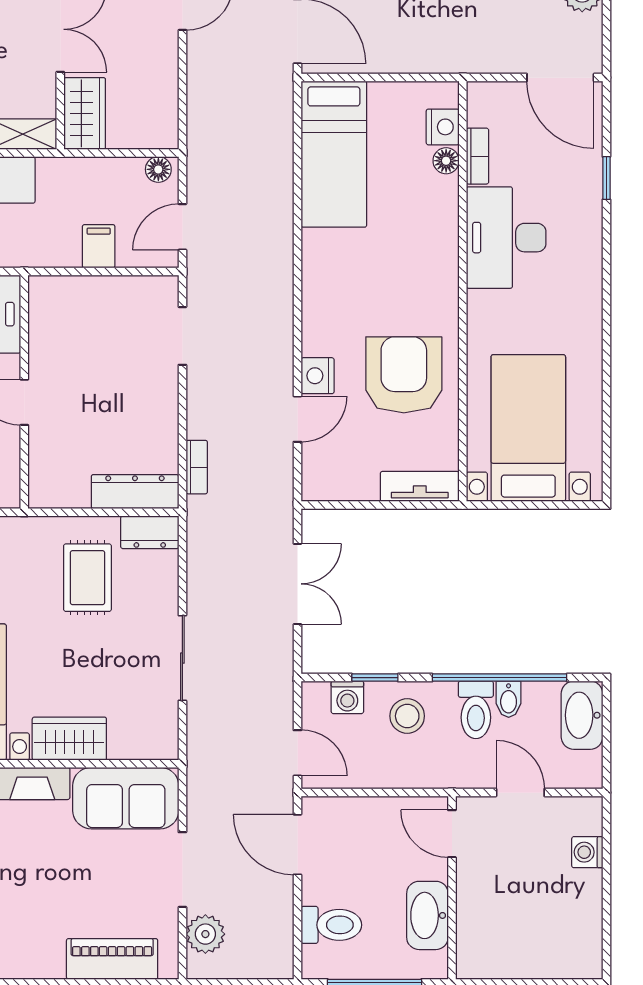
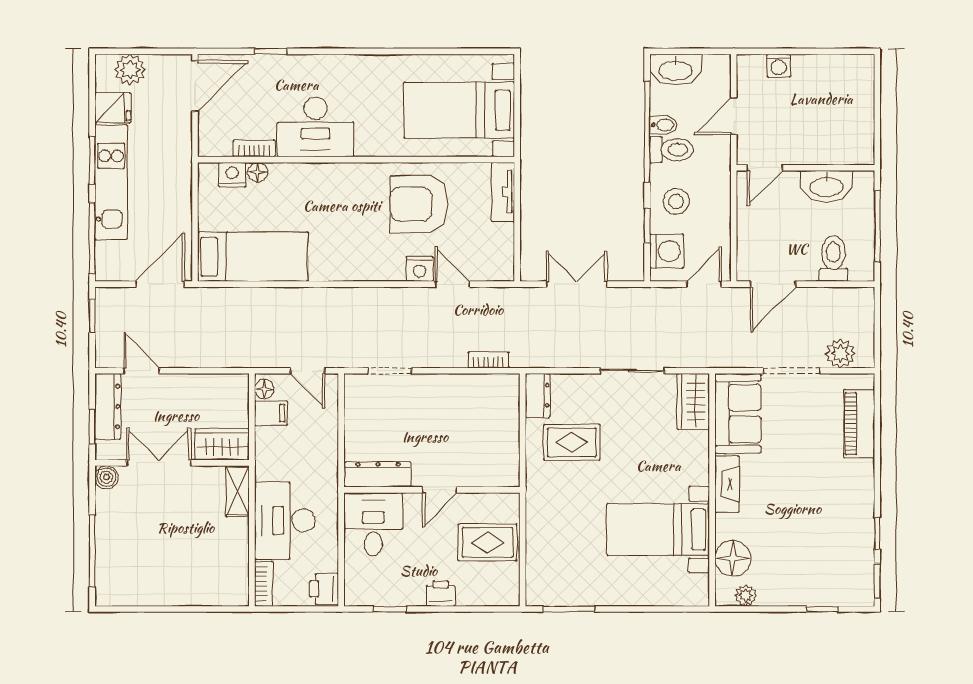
filing cabinet: (99, 246) -> (271, 413), moved, turned 180
dresser: (135, 492) -> (378, 474), moved, turned 90
washing machine: (347, 697) -> (667, 251), width x1.38, depth x1.38
wardrobe: (69, 739) -> (693, 401), moved

